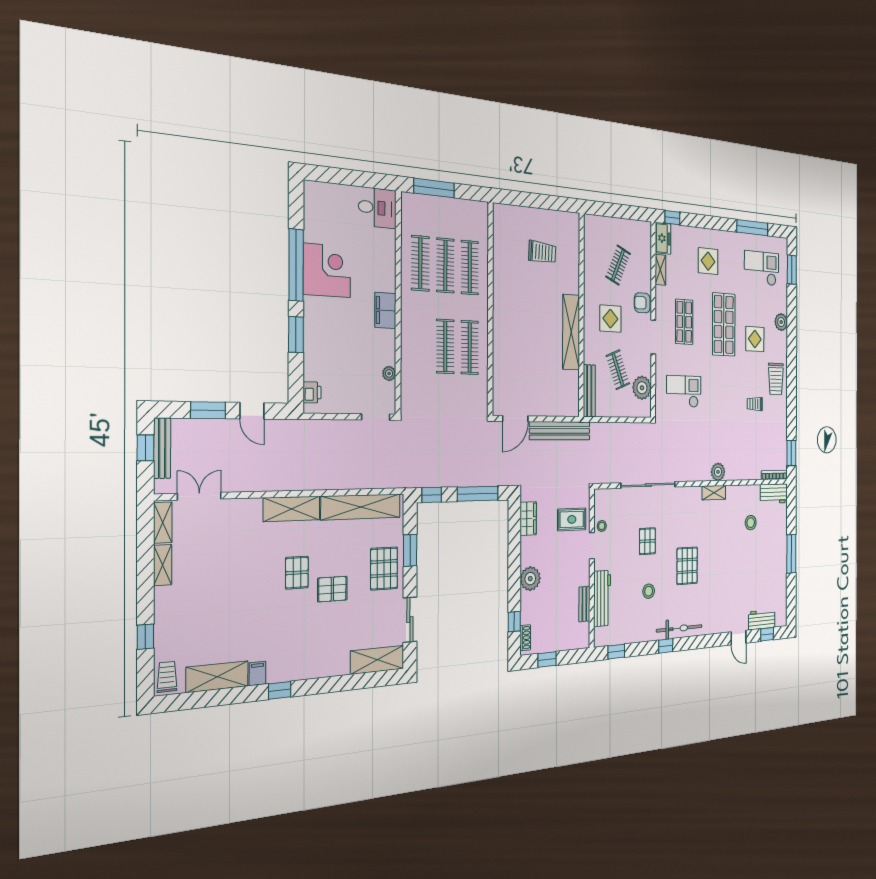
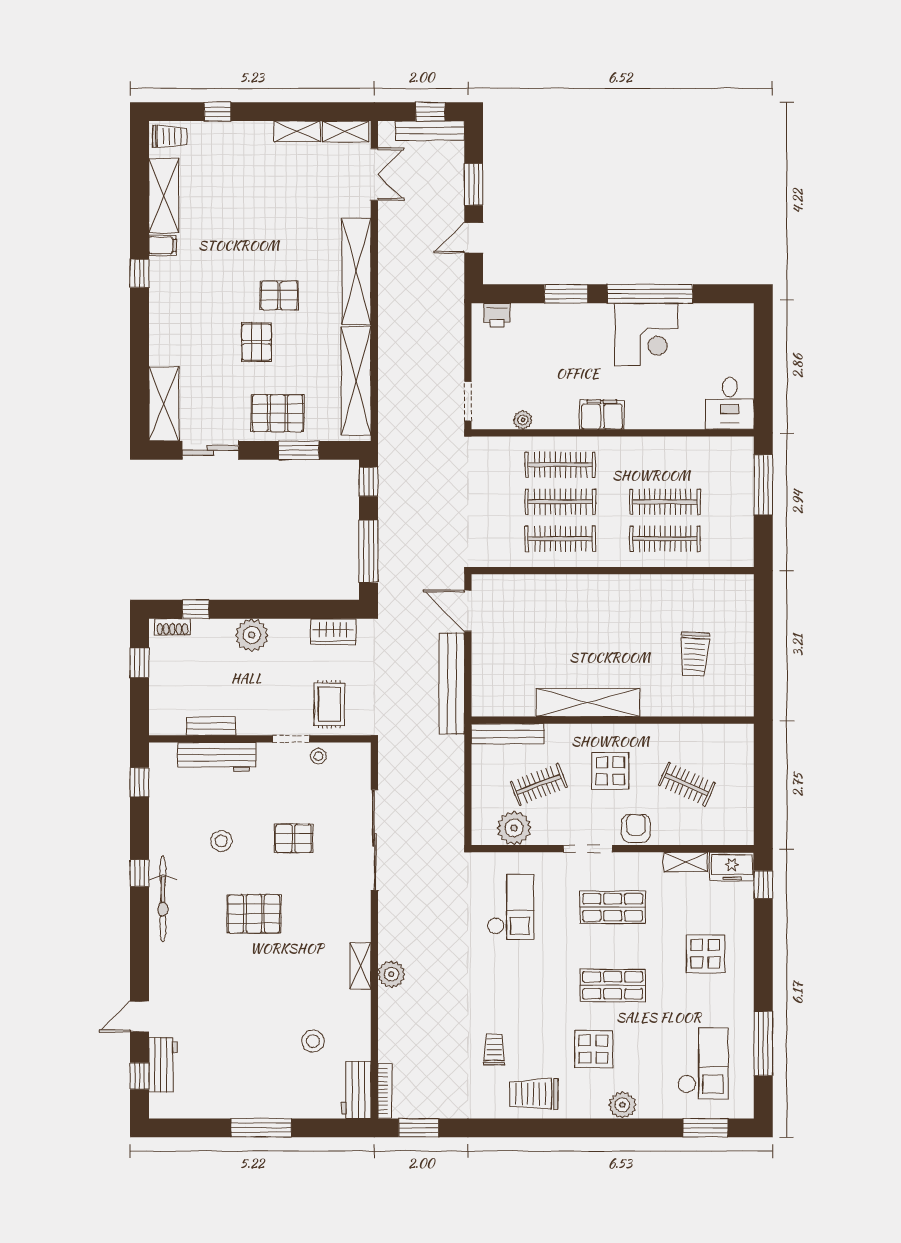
clothes rail: (420, 263) -> (560, 465), moved
shop shelf: (724, 324) -> (613, 985), width x0.70, depth x0.74
shelving: (292, 509) -> (356, 271), width x1.47

